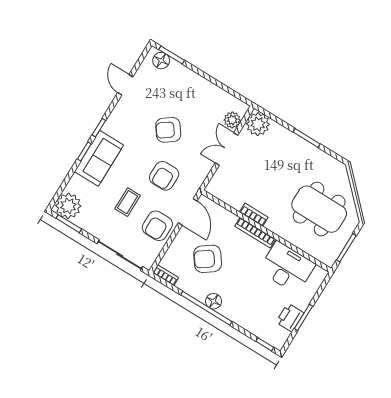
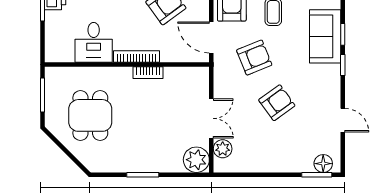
armchair: (164, 176) -> (254, 58), turned 68
dining table: (319, 209) -> (90, 115), width x0.73
desk: (287, 268) -> (94, 42), width x0.73

